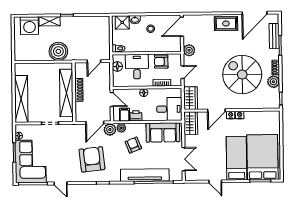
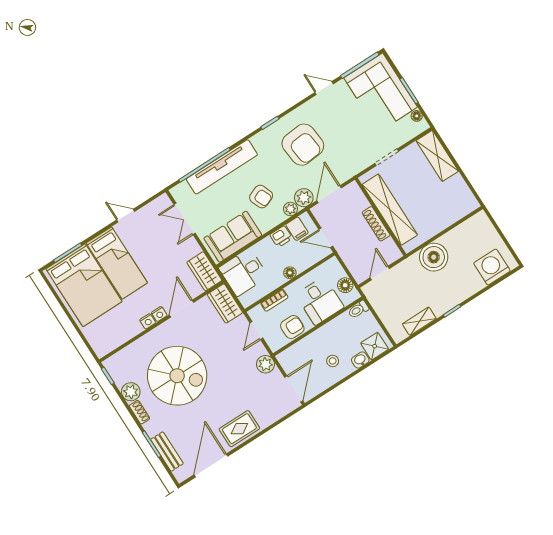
shelving: (50, 21) -> (419, 321), moved
shelving: (21, 99) -> (437, 156), width x0.68

